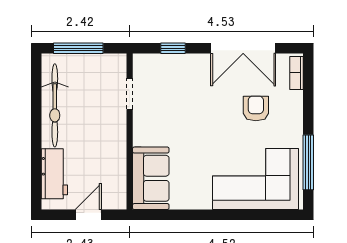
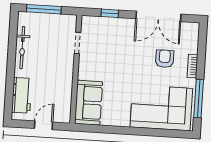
bookcase: (296, 73) -> (192, 66), moved
bicycle: (55, 105) -> (22, 48), width x0.73, depth x0.71

